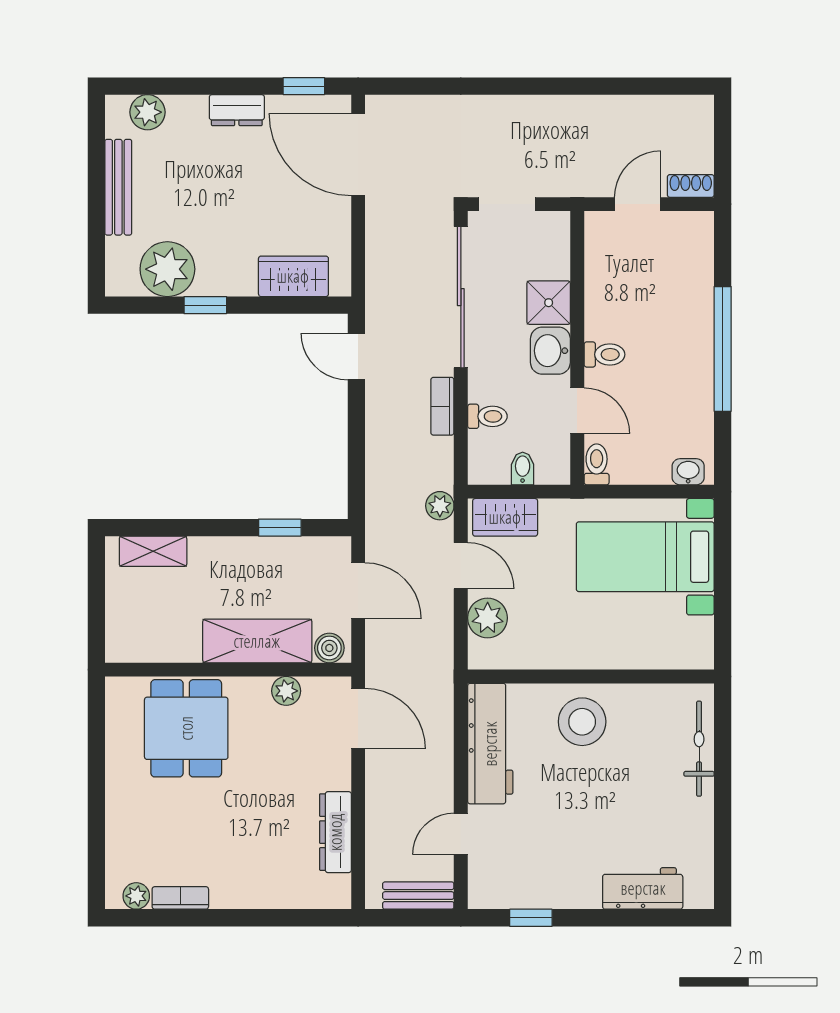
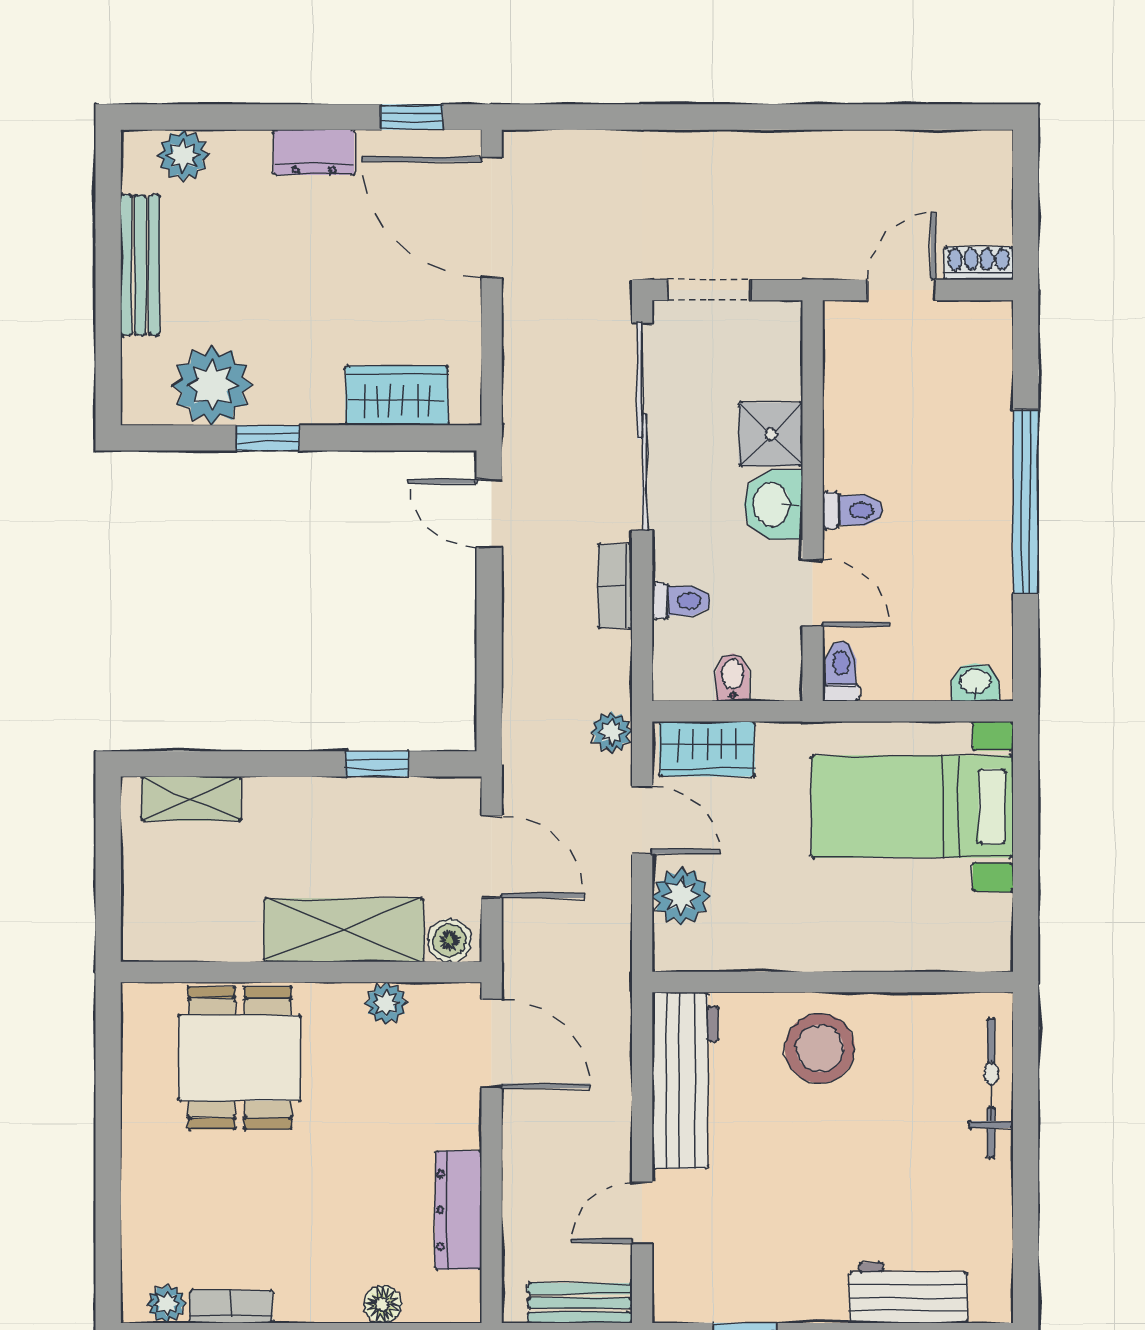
floor lamp: (284, 896) -> (383, 1304), added

